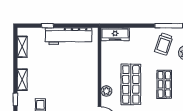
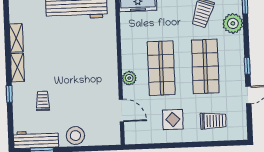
shelving: (22, 47) -> (16, 38), moved
shop shelf: (164, 84) -> (205, 66), width x1.43, depth x1.36

